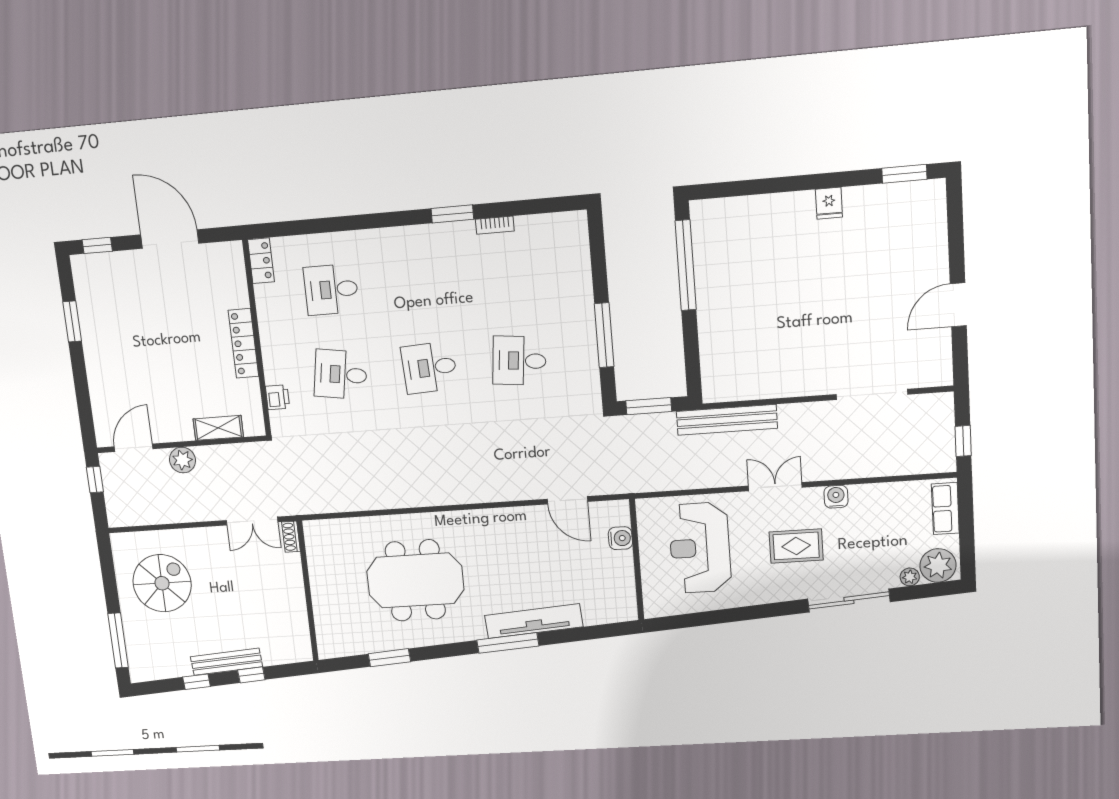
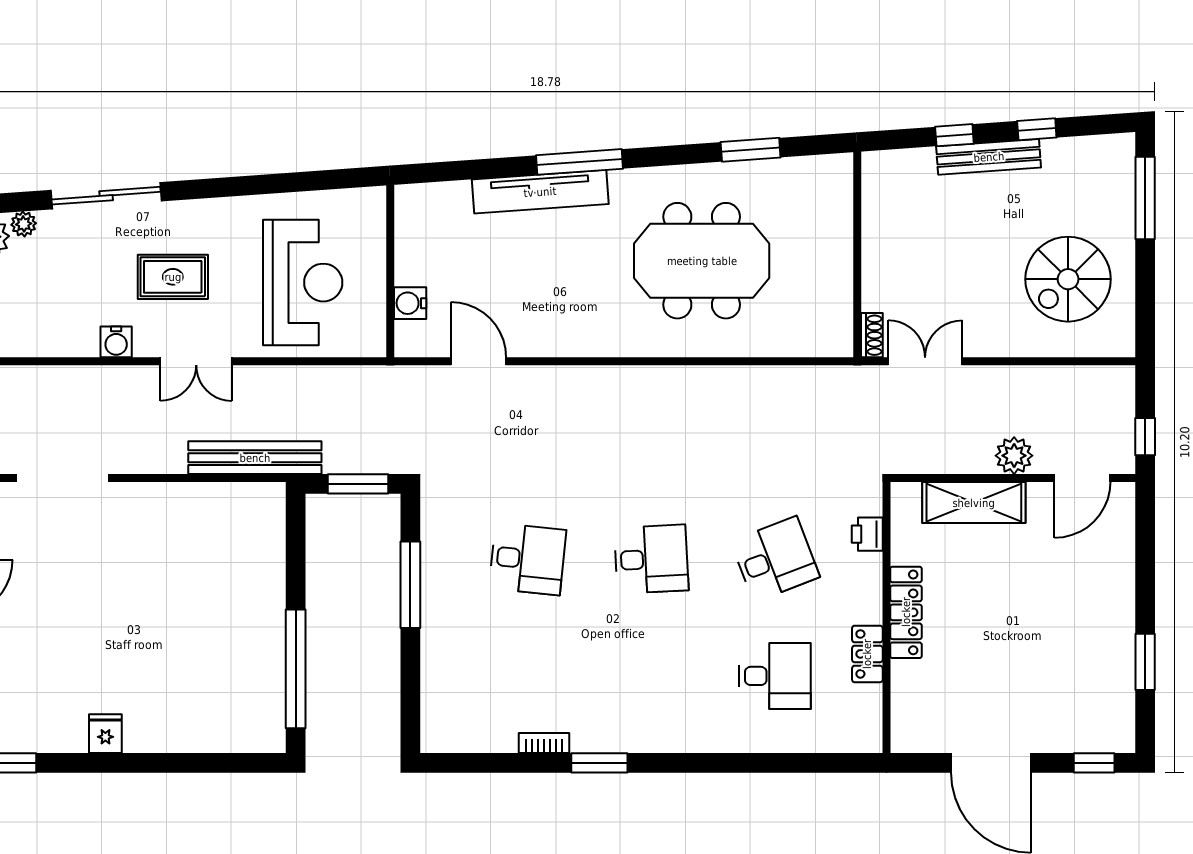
locker: (261, 261) -> (867, 654), moved
desk: (341, 374) -> (775, 559), turned -30
shelving: (218, 428) -> (974, 503), width x1.50, depth x1.33

